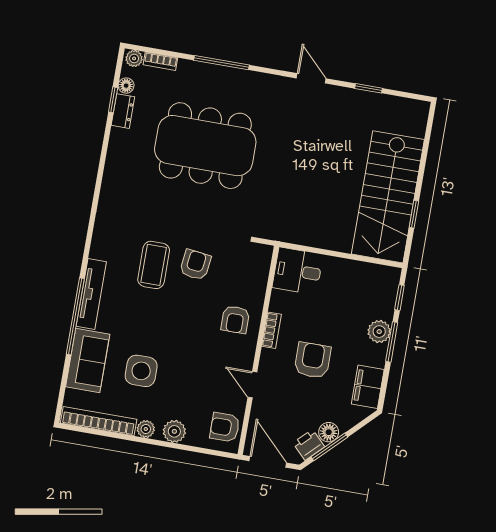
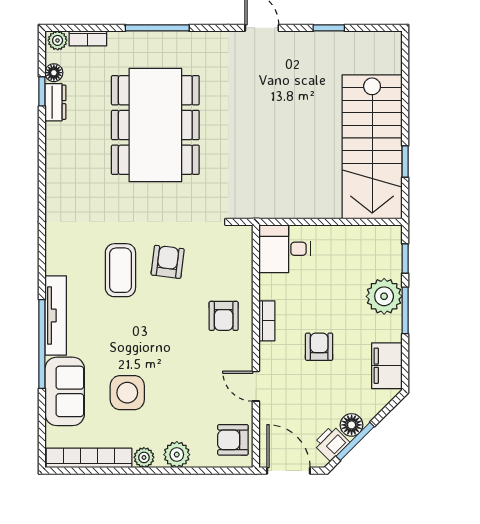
dining table: (205, 146) -> (155, 125), turned 90
plant: (379, 332) -> (384, 296), width x1.36, depth x1.36
armchair: (313, 360) -> (319, 347), width x0.72, depth x0.72

